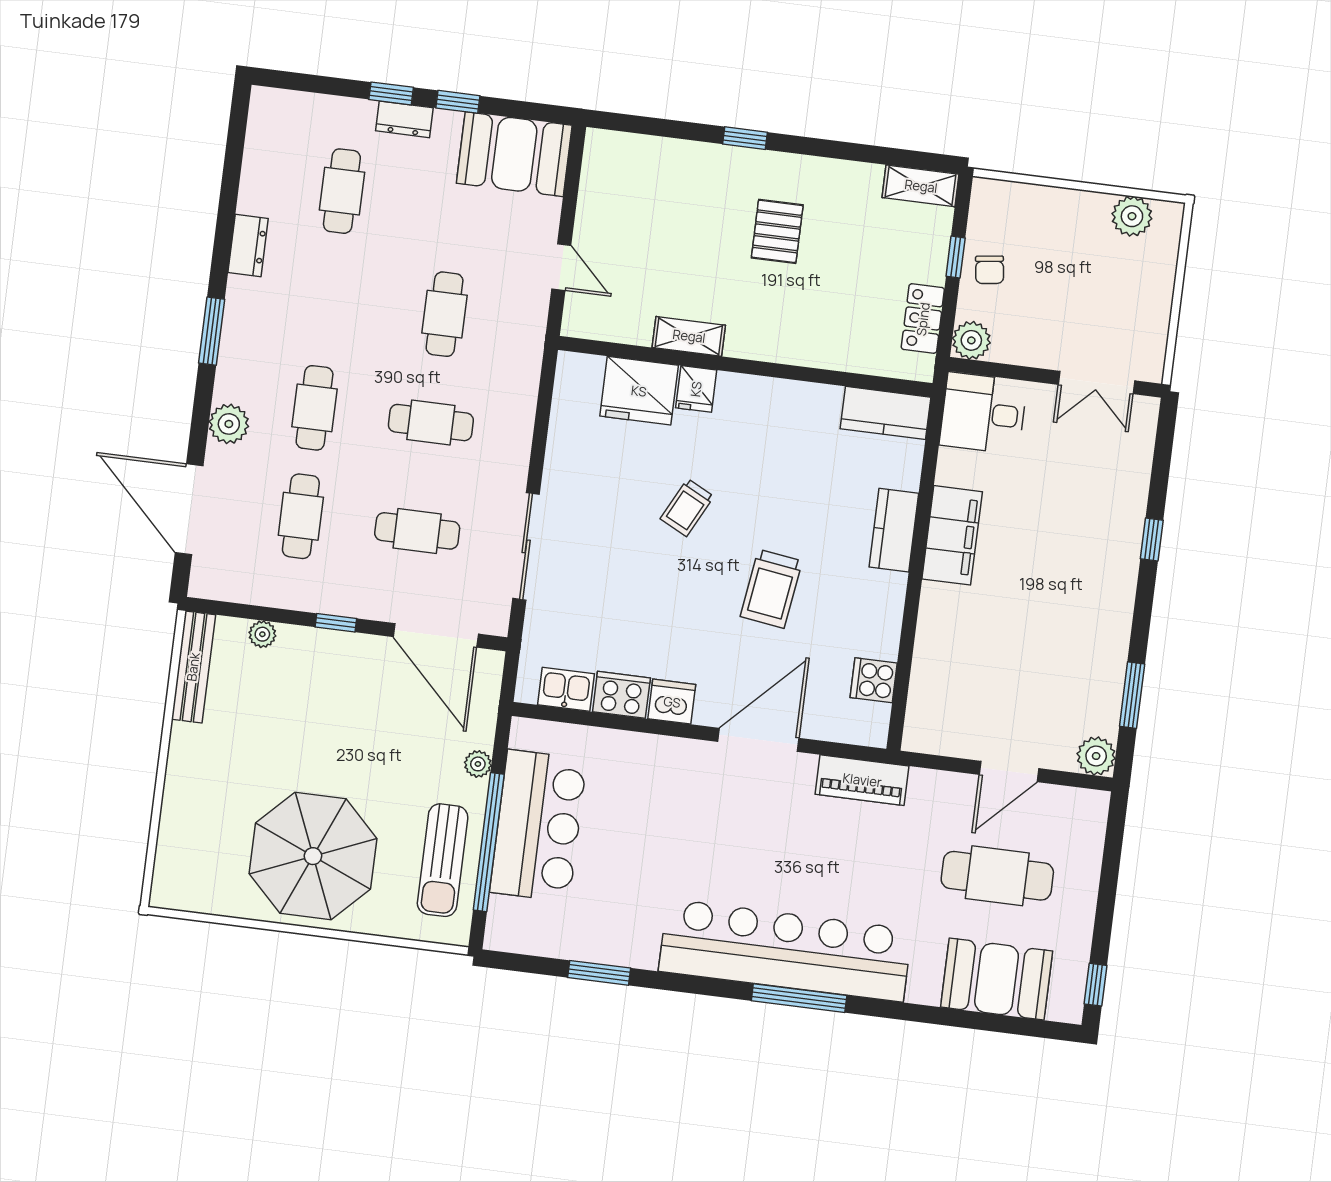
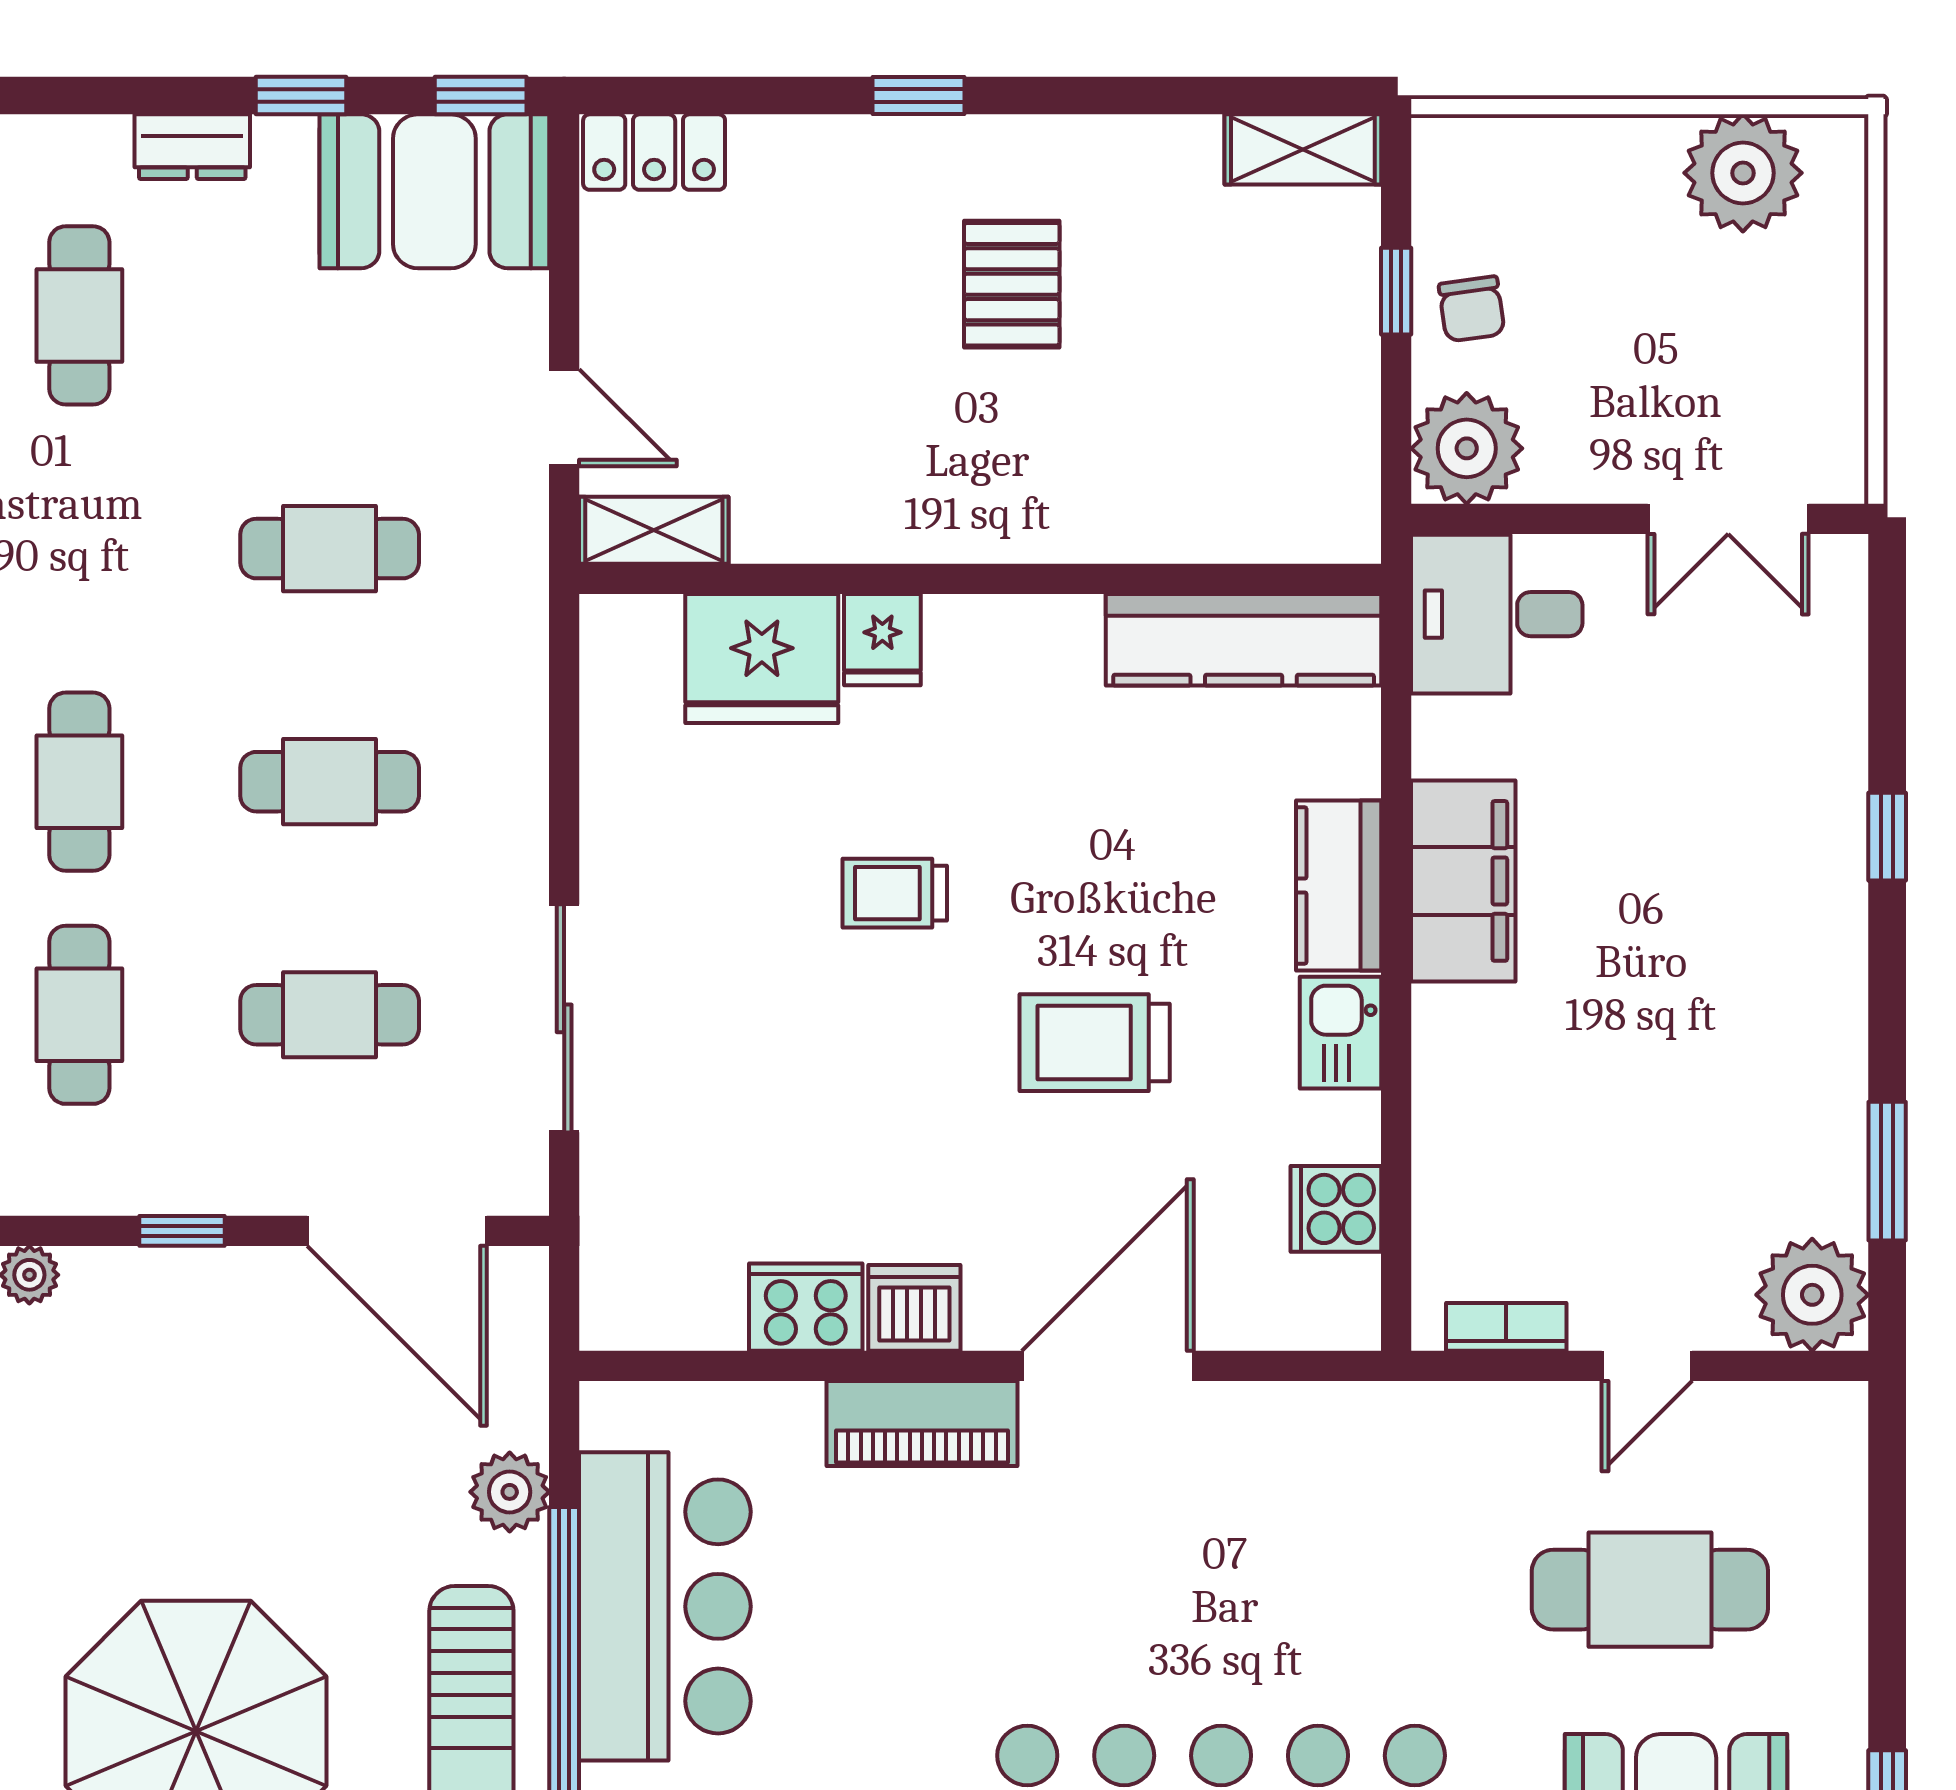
window: (391, 93) -> (481, 95), moved
plant: (1132, 216) -> (1743, 173), width x1.36, depth x1.36
cafe table: (445, 314) -> (330, 549), turned 90
locker: (923, 319) -> (654, 152), moved, turned -90
shelving: (689, 336) -> (654, 530), moved
plant: (971, 340) -> (1467, 448), width x1.36, depth x1.36
kitchen counter: (885, 413) -> (1244, 640), width x1.50
trolley: (687, 508) -> (895, 893), turned 63
trolley: (771, 589) -> (1095, 1043), turned 82
kitchen sink: (566, 689) -> (1341, 1033), moved, turned -90
bookcase: (946, 745) -> (1506, 1327), added
plant: (1096, 756) -> (1812, 1295), width x1.36, depth x1.36
plant: (478, 764) -> (510, 1492), width x1.38, depth x1.38
door: (1009, 772) -> (1647, 1366), width x0.73
piano: (862, 780) -> (922, 1423), moved

